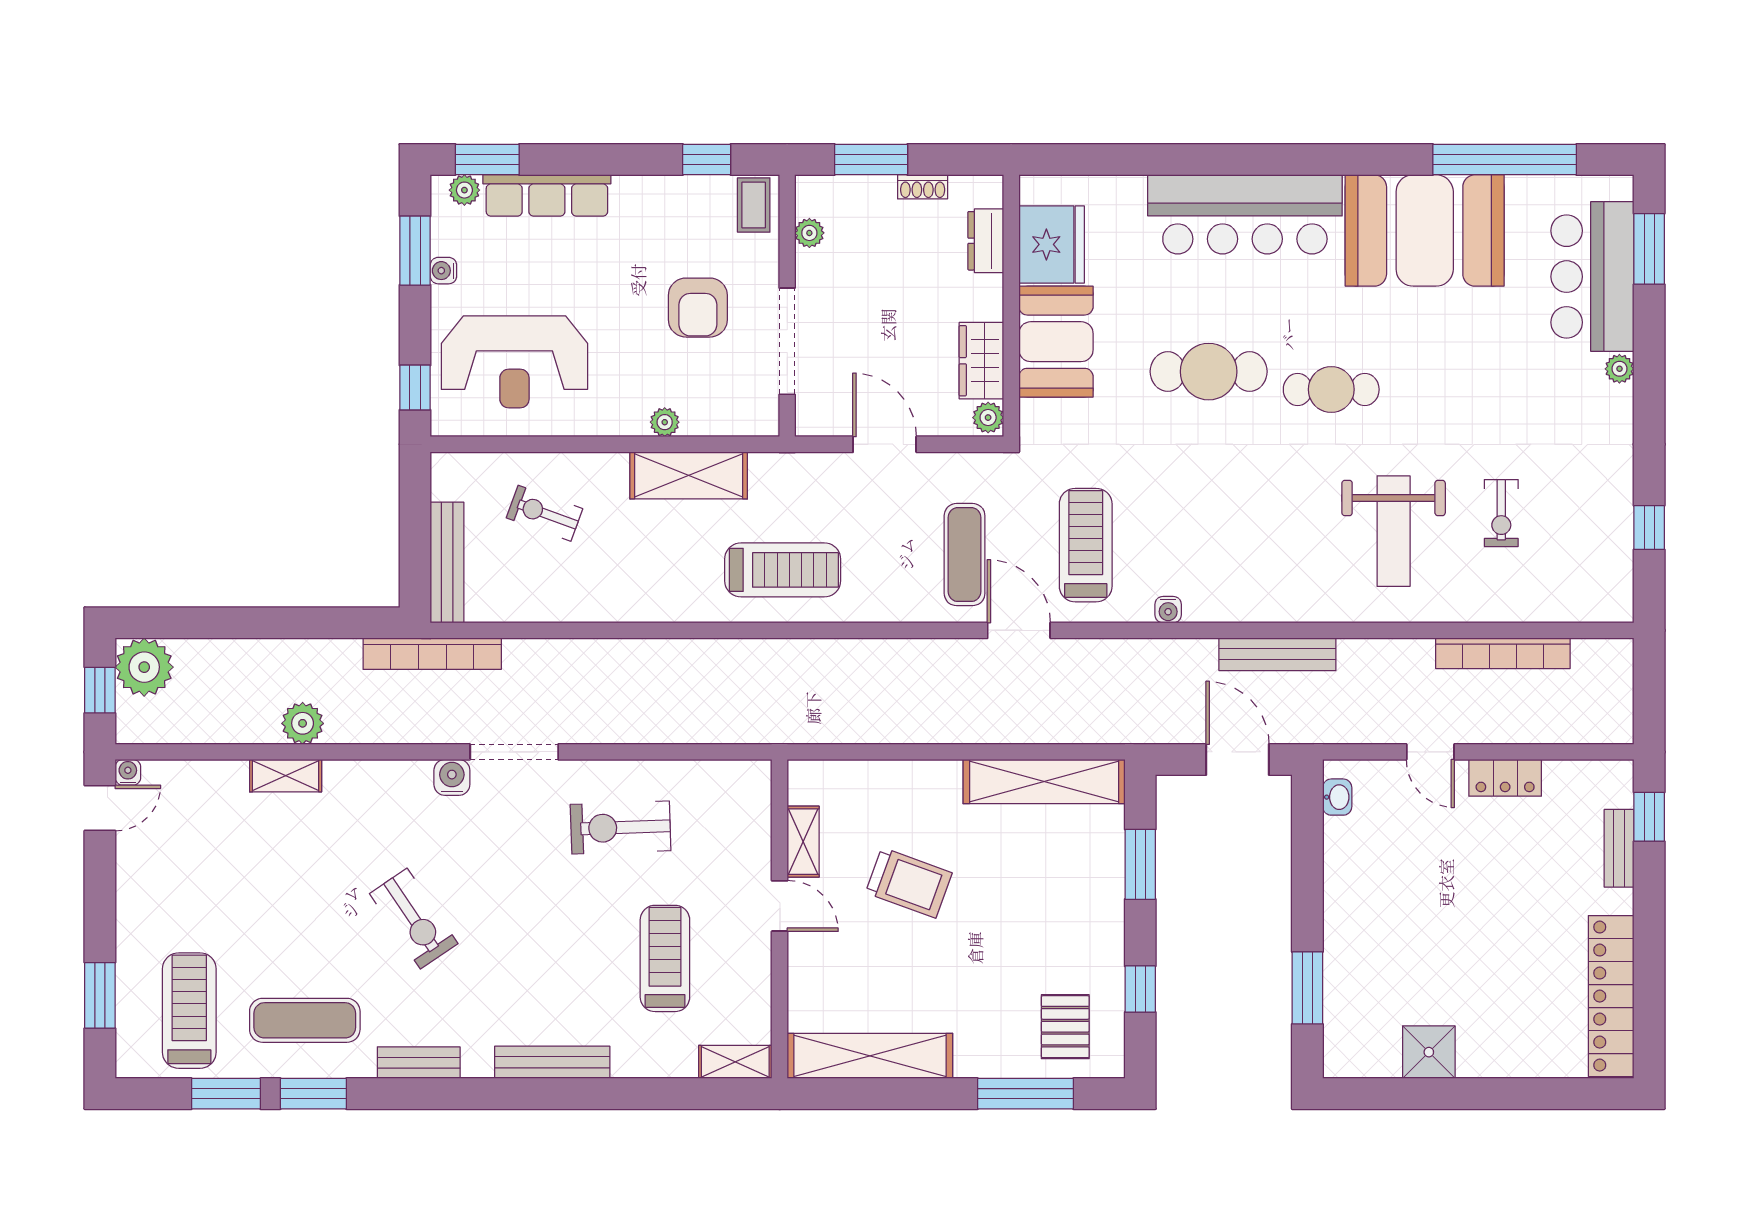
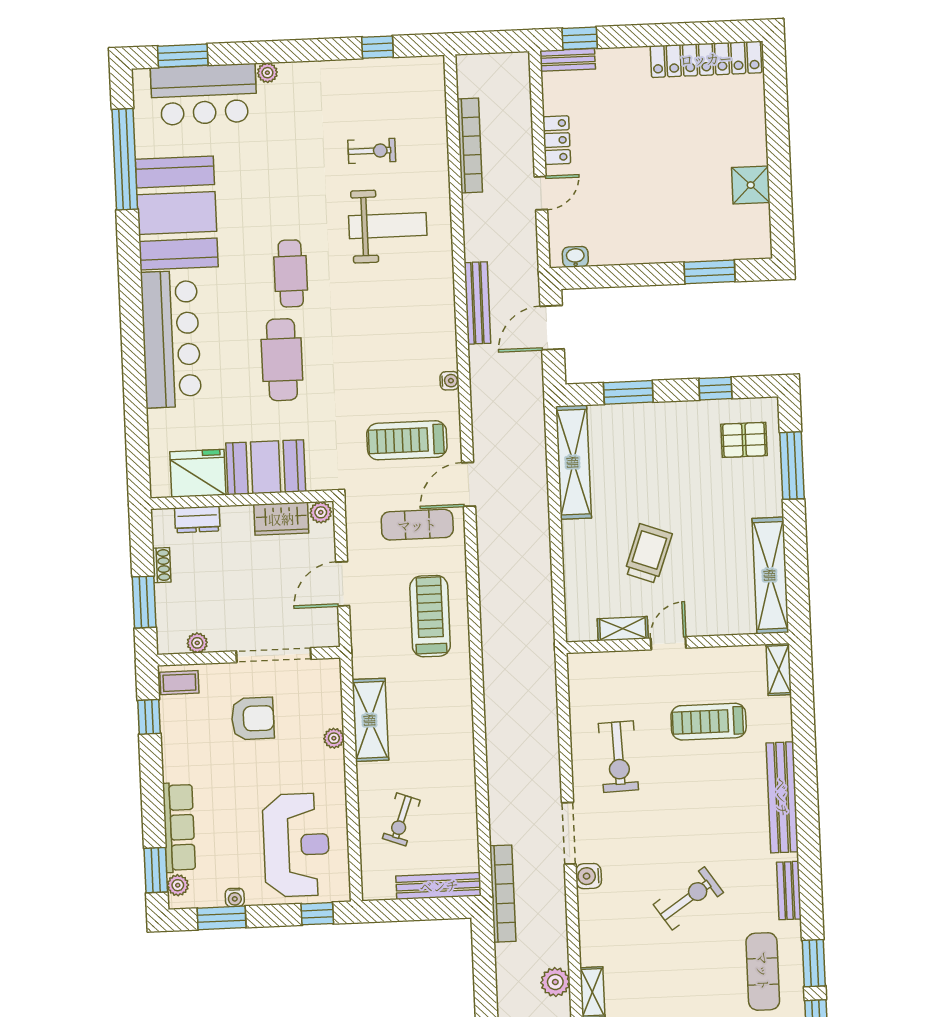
treadmill: (783, 570) -> (430, 616), moved
bench: (1619, 848) -> (568, 60), moved
bench: (552, 1062) -> (782, 797), width x1.37, depth x1.21

